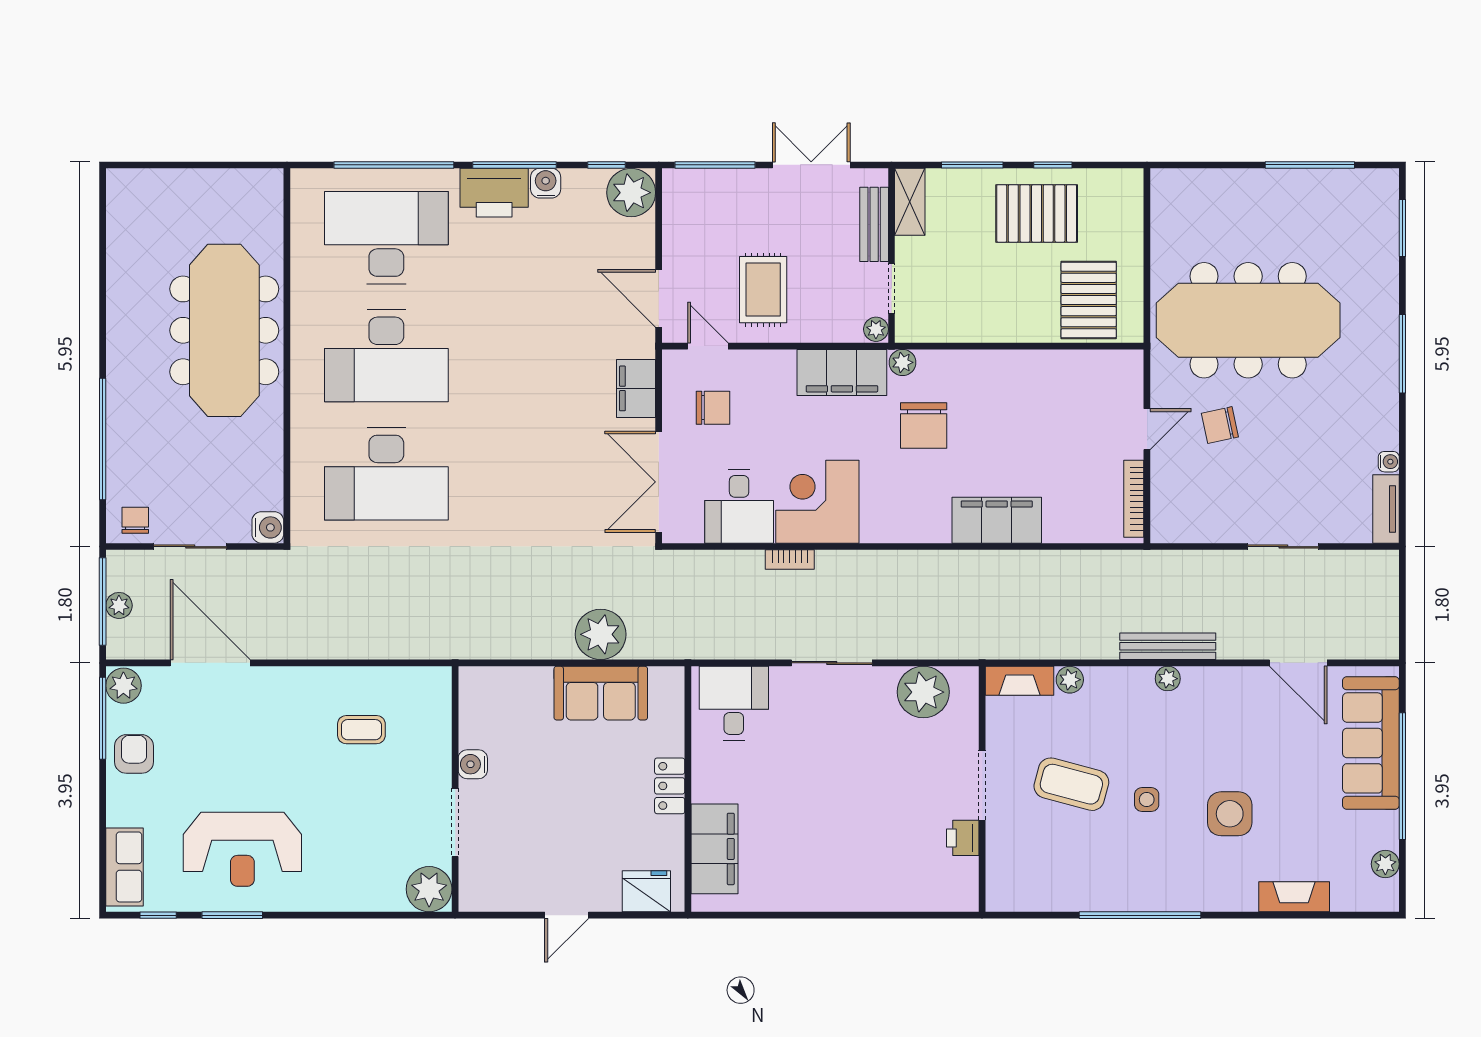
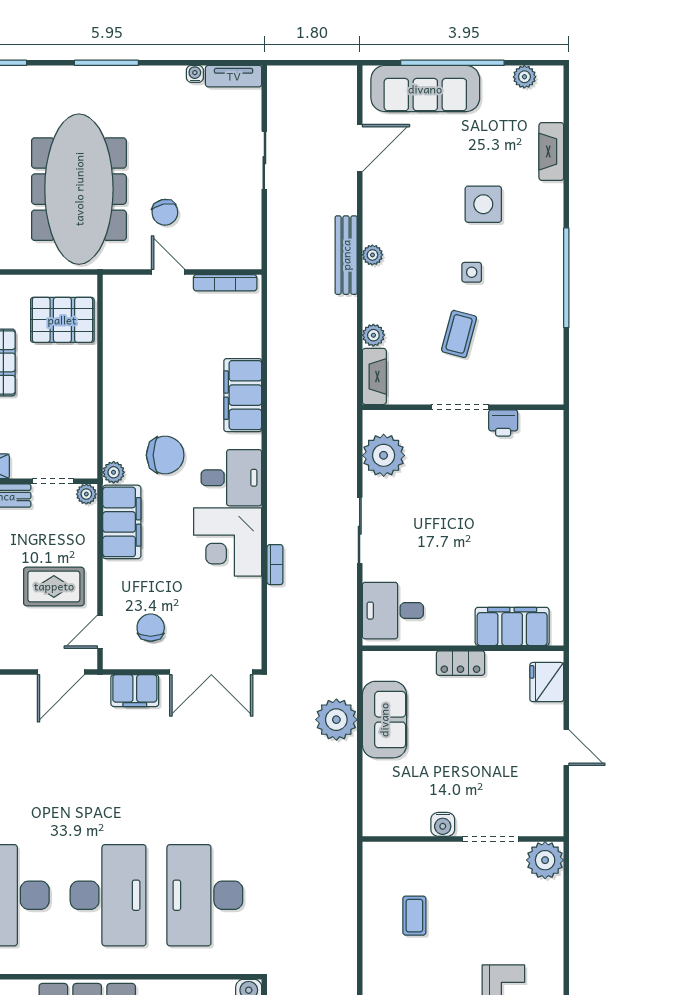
desk: (386, 474) -> (205, 895), turned 180
desk: (739, 506) -> (231, 478), moved
coffee table: (1071, 784) -> (459, 334), width x0.73, depth x0.77

